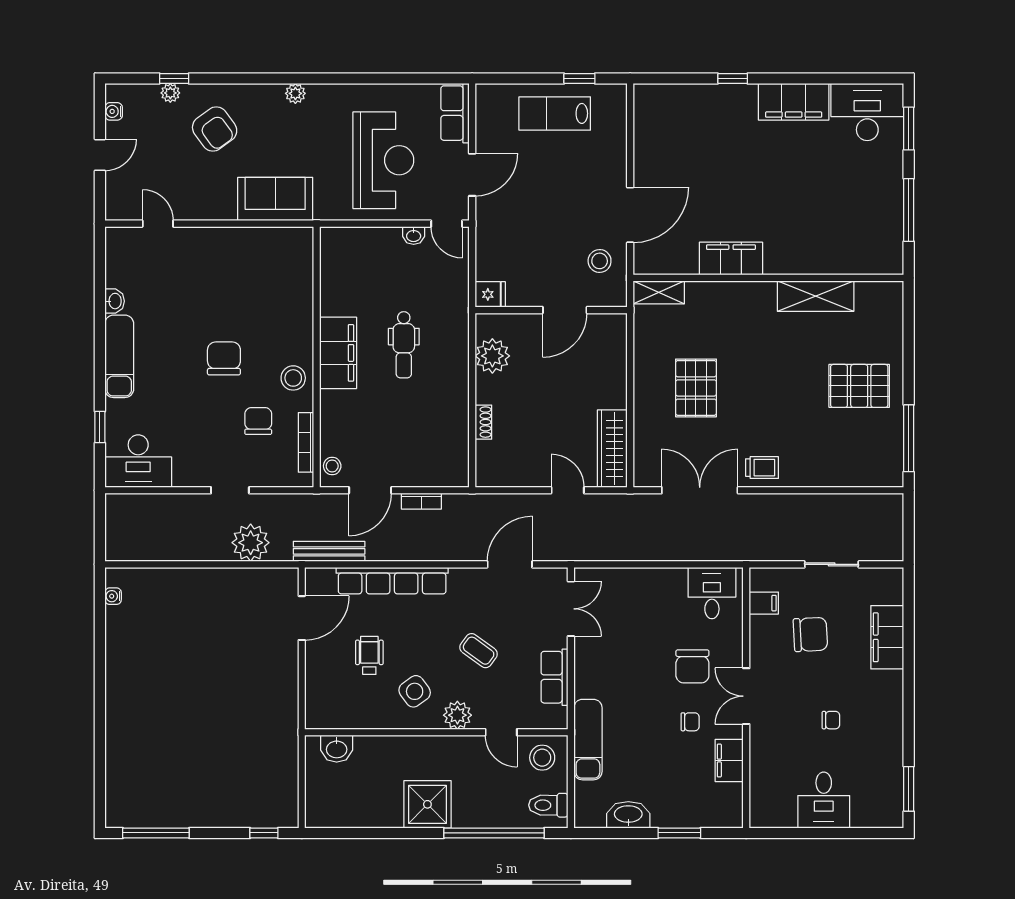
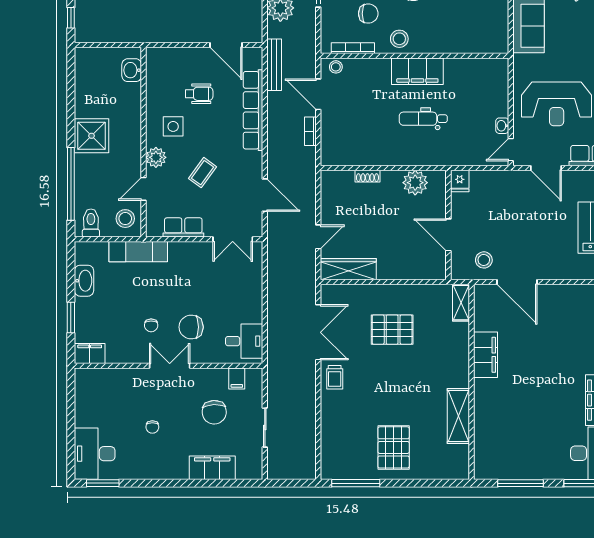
side table: (415, 691) -> (173, 126), turned 36
filing cabinet: (729, 761) -> (90, 354), moved
desk: (824, 800) -> (95, 454), moved, width x1.37

